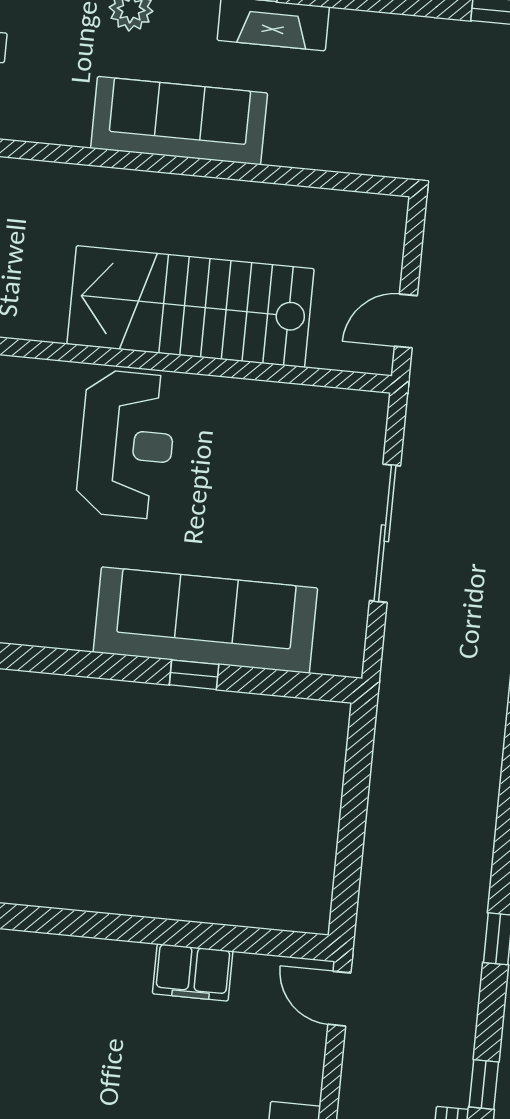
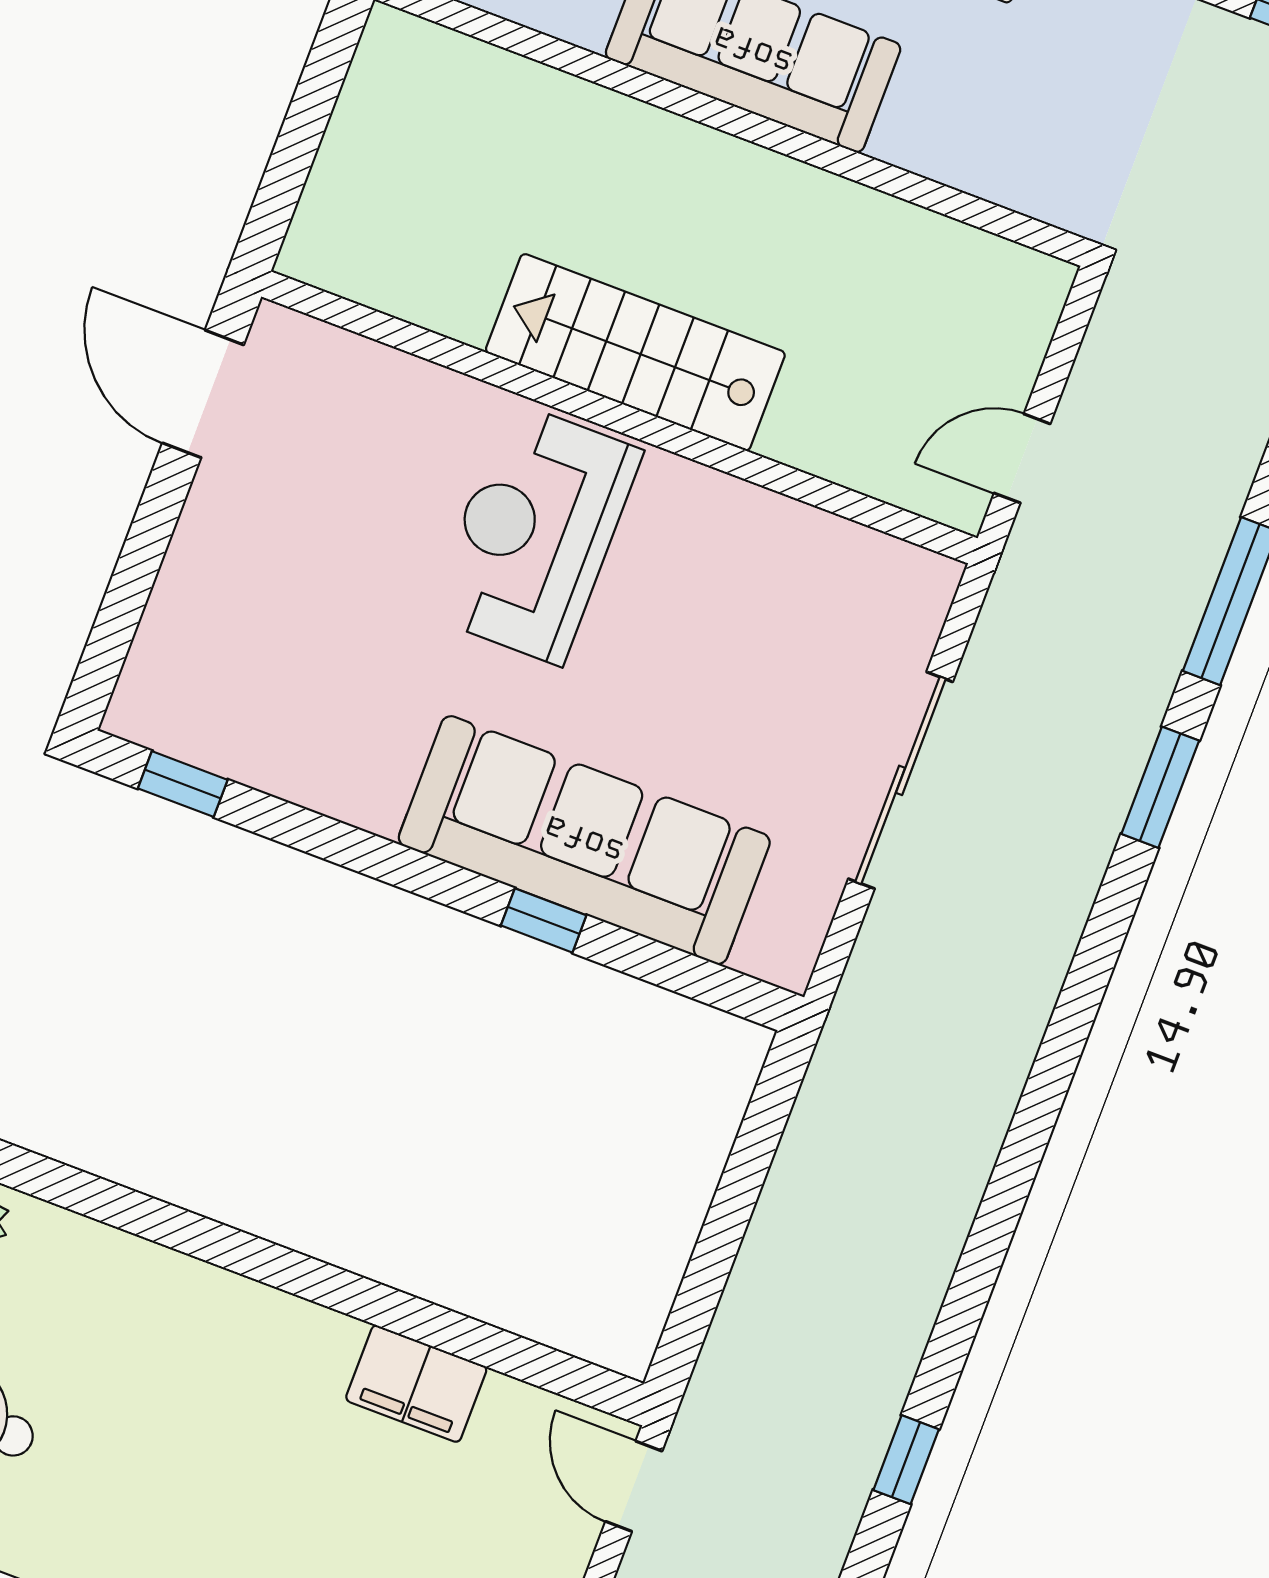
stairs: (191, 306) -> (635, 352), width x0.73, depth x0.66
reception desk: (127, 444) -> (535, 533), turned 180

